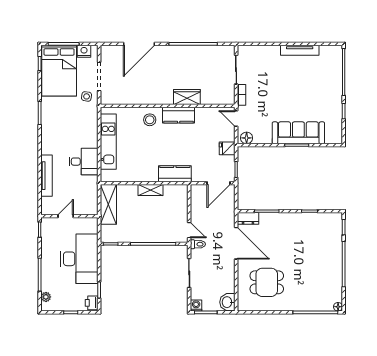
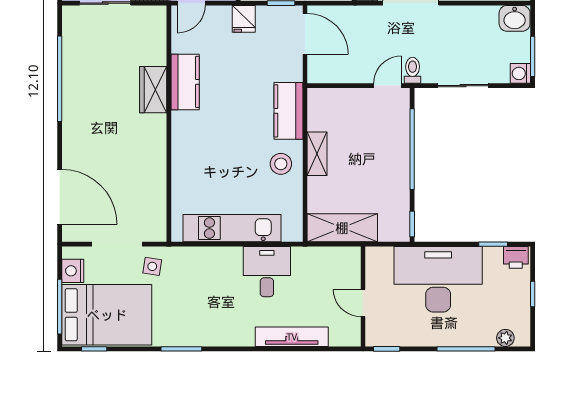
door: (139, 44) -> (60, 197), moved
kitchen counter: (179, 115) -> (185, 82), moved
stool: (150, 120) -> (281, 164), moved

